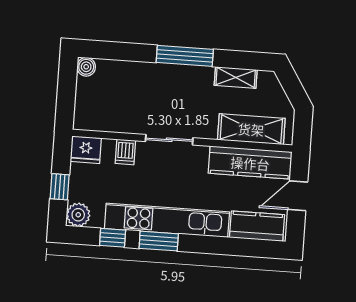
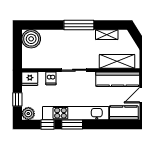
boiler: (86, 67) -> (31, 39), width x1.86, depth x1.86

